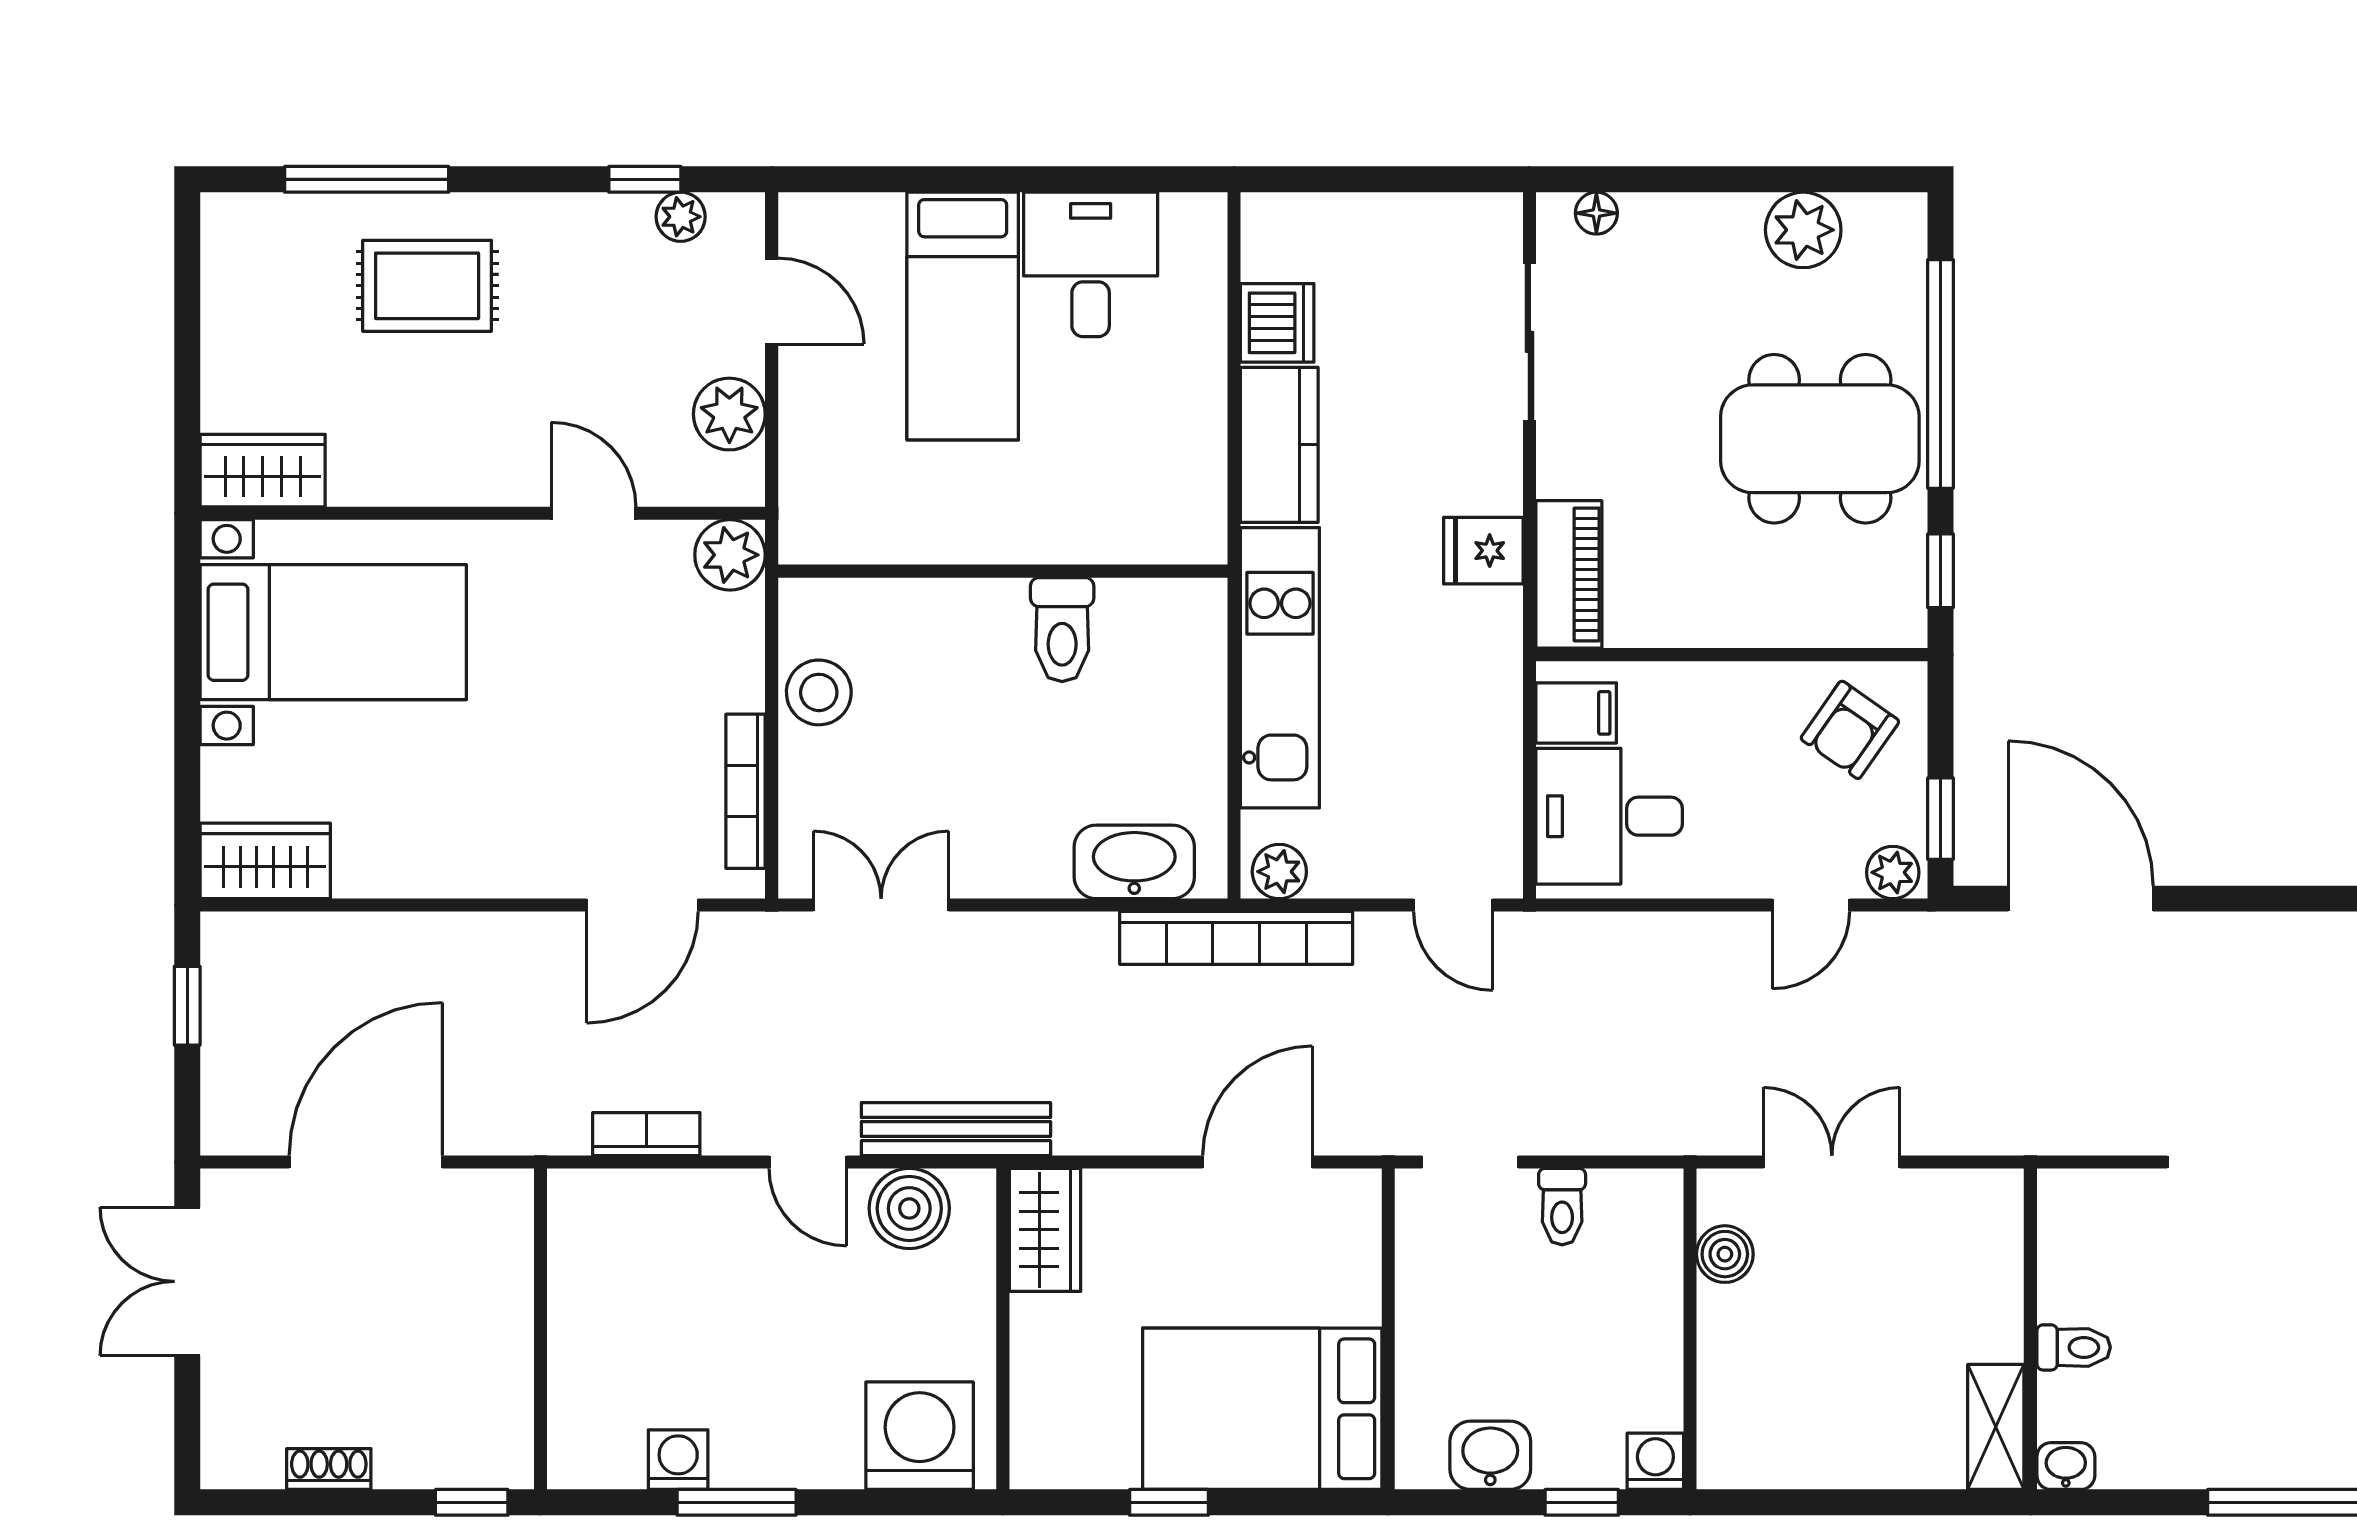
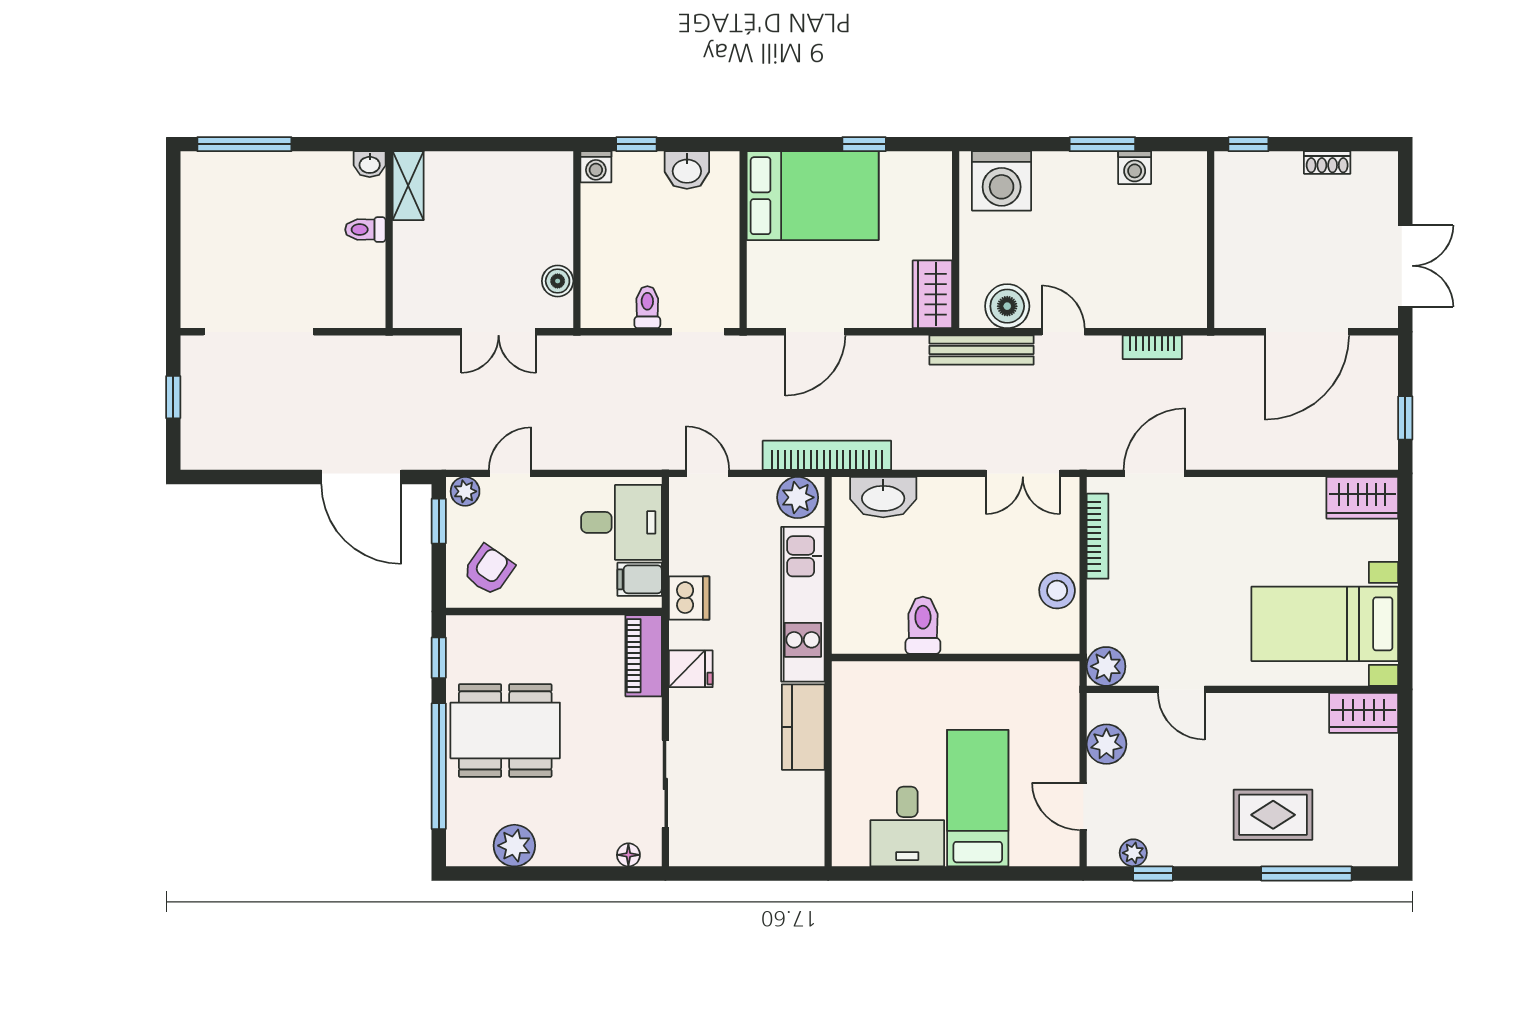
dishwasher: (1277, 323) -> (689, 598), moved, turned 180
plant: (1279, 872) -> (798, 497), width x1.38, depth x1.38

